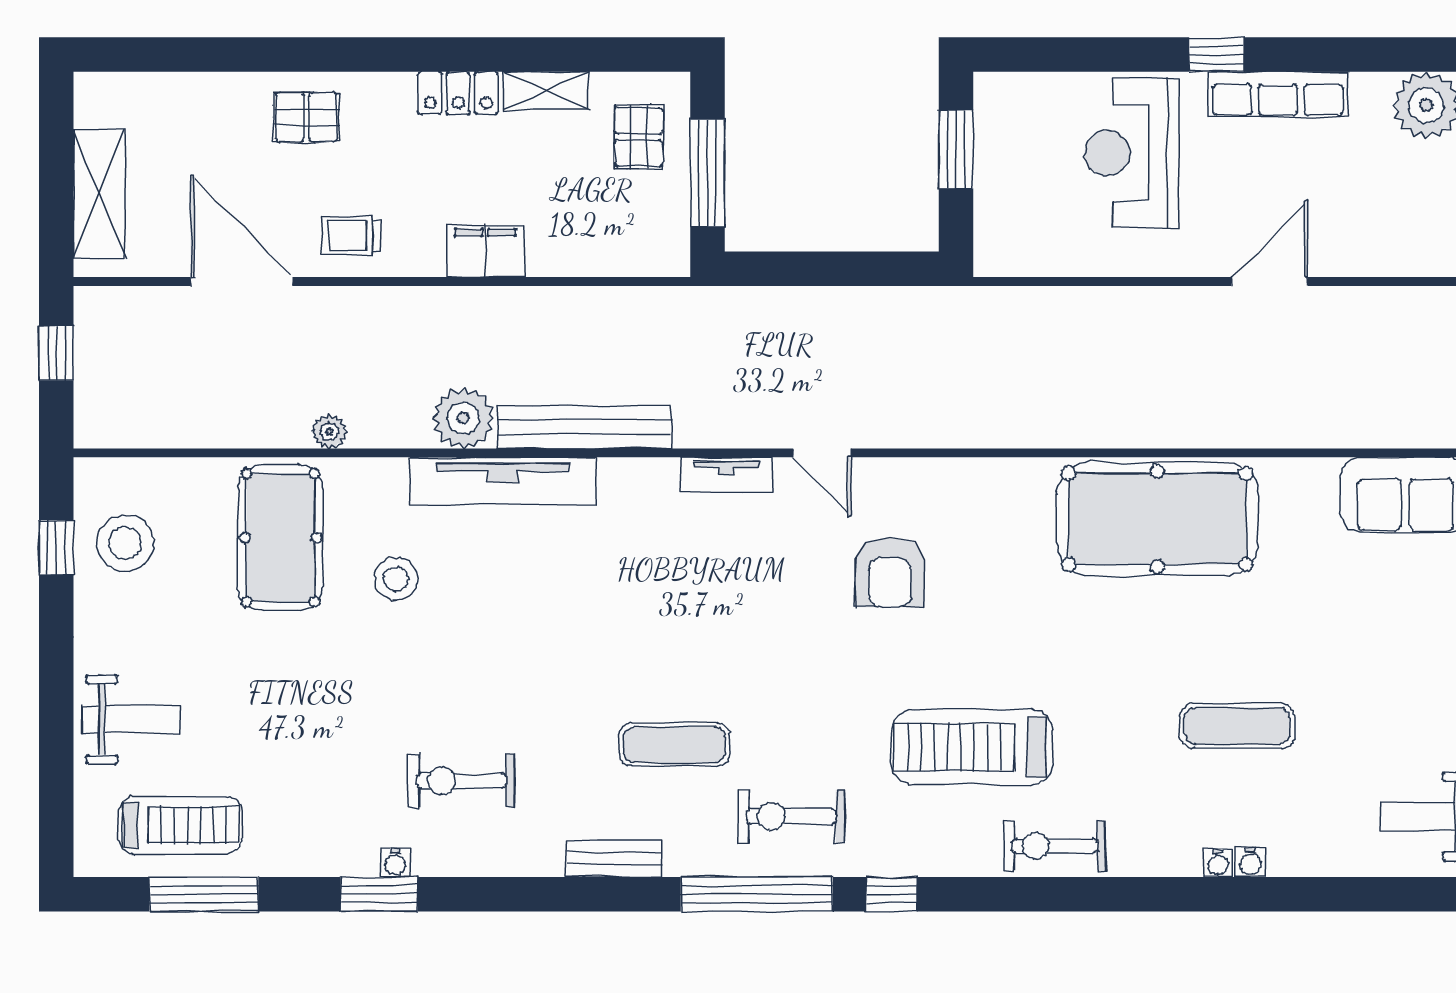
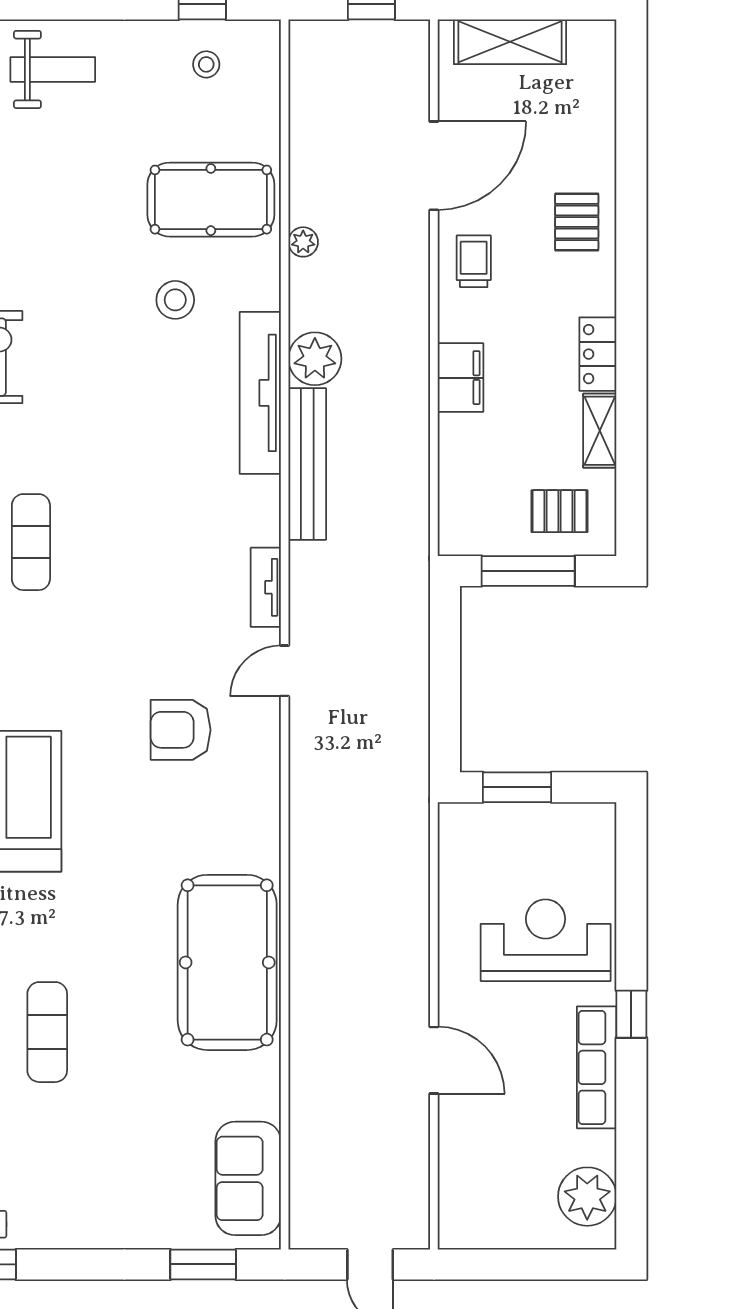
window: (956, 149) -> (517, 787), moved
stool: (125, 543) -> (206, 64), width x0.53, depth x0.53
weight bench: (131, 719) -> (53, 69), turned -90

